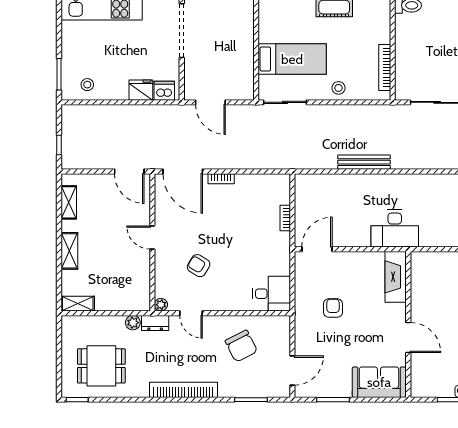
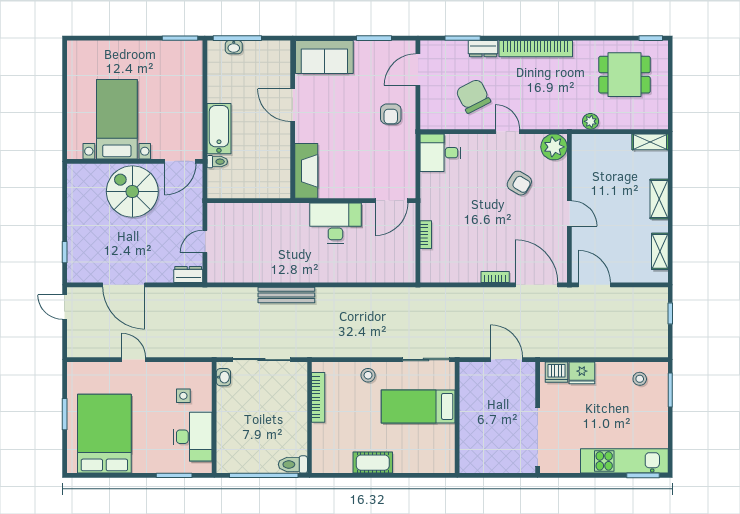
bench: (364, 162) -> (286, 295), moved
desk: (395, 229) -> (335, 223), moved
plant: (161, 305) -> (554, 147), width x1.88, depth x1.88
armchair: (333, 308) -> (391, 114), moved
door: (191, 313) -> (507, 132), moved
dresser: (155, 323) -> (483, 49), moved, turned 180

